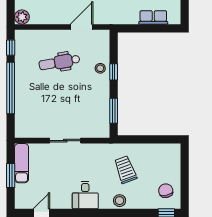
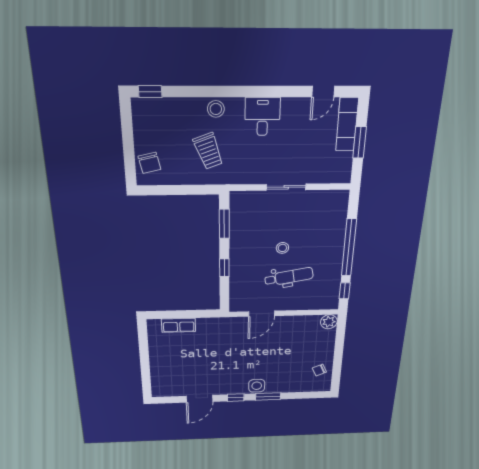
stool: (100, 68) -> (282, 248), moved
exam couch: (22, 163) -> (347, 124), moved
chair: (166, 191) -> (149, 163), moved

